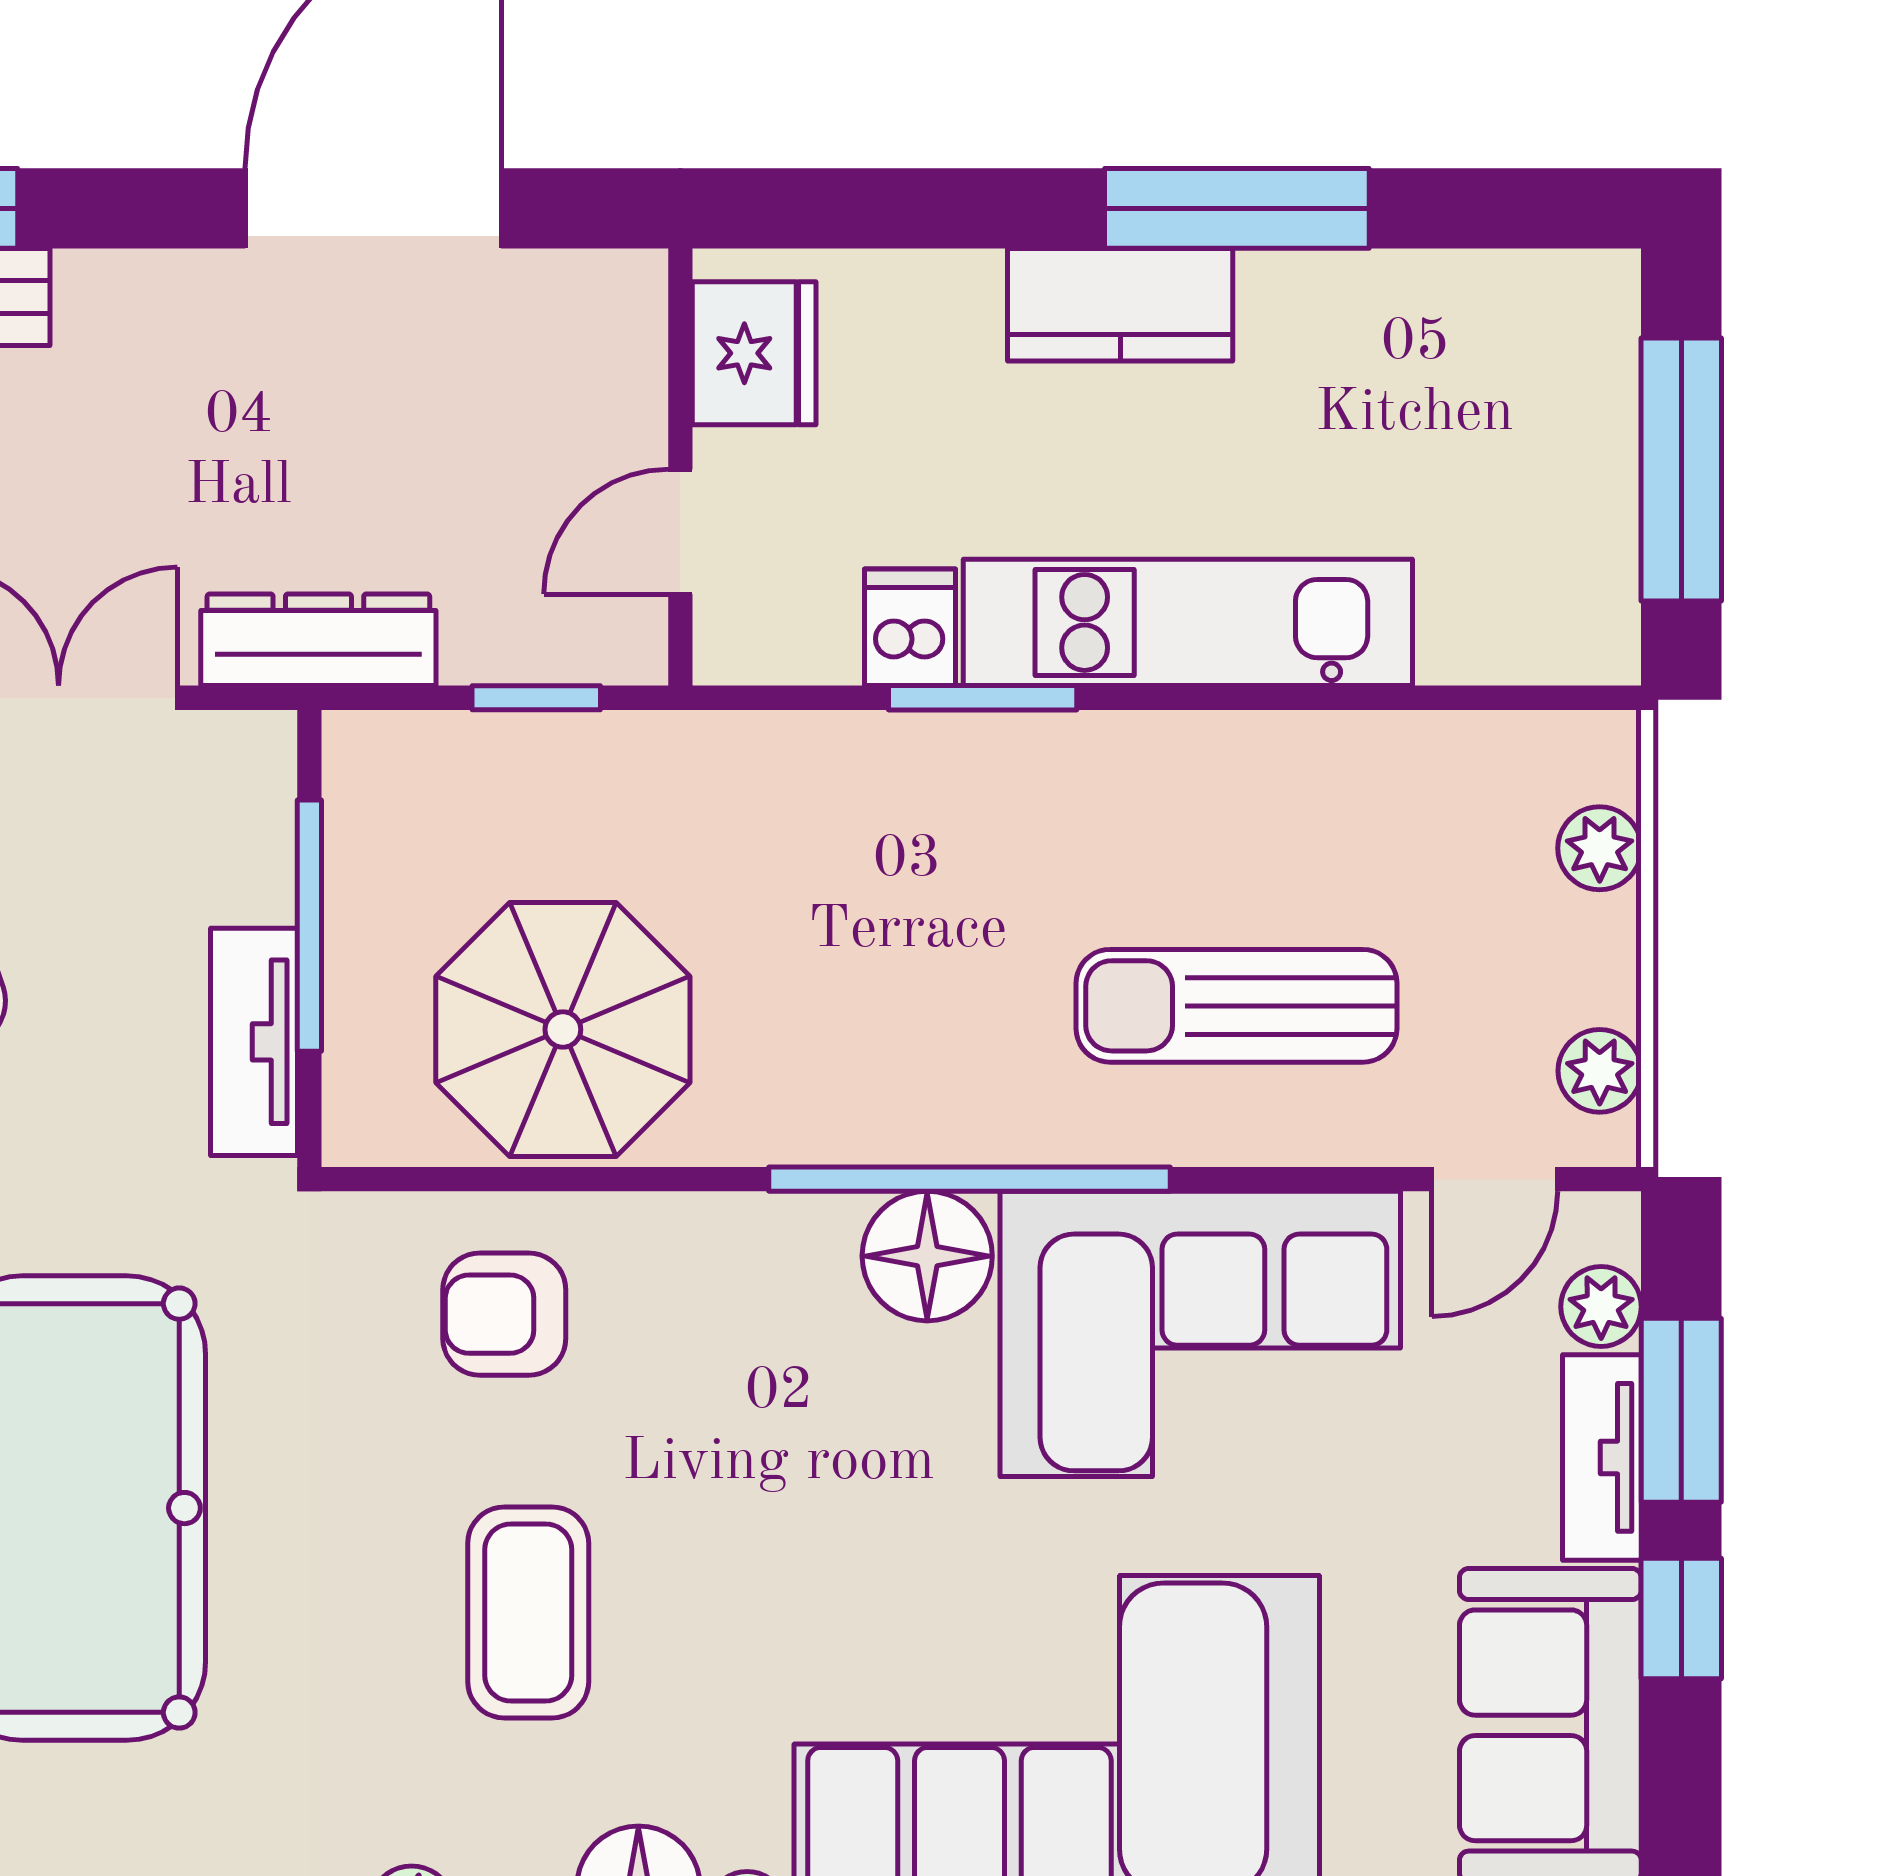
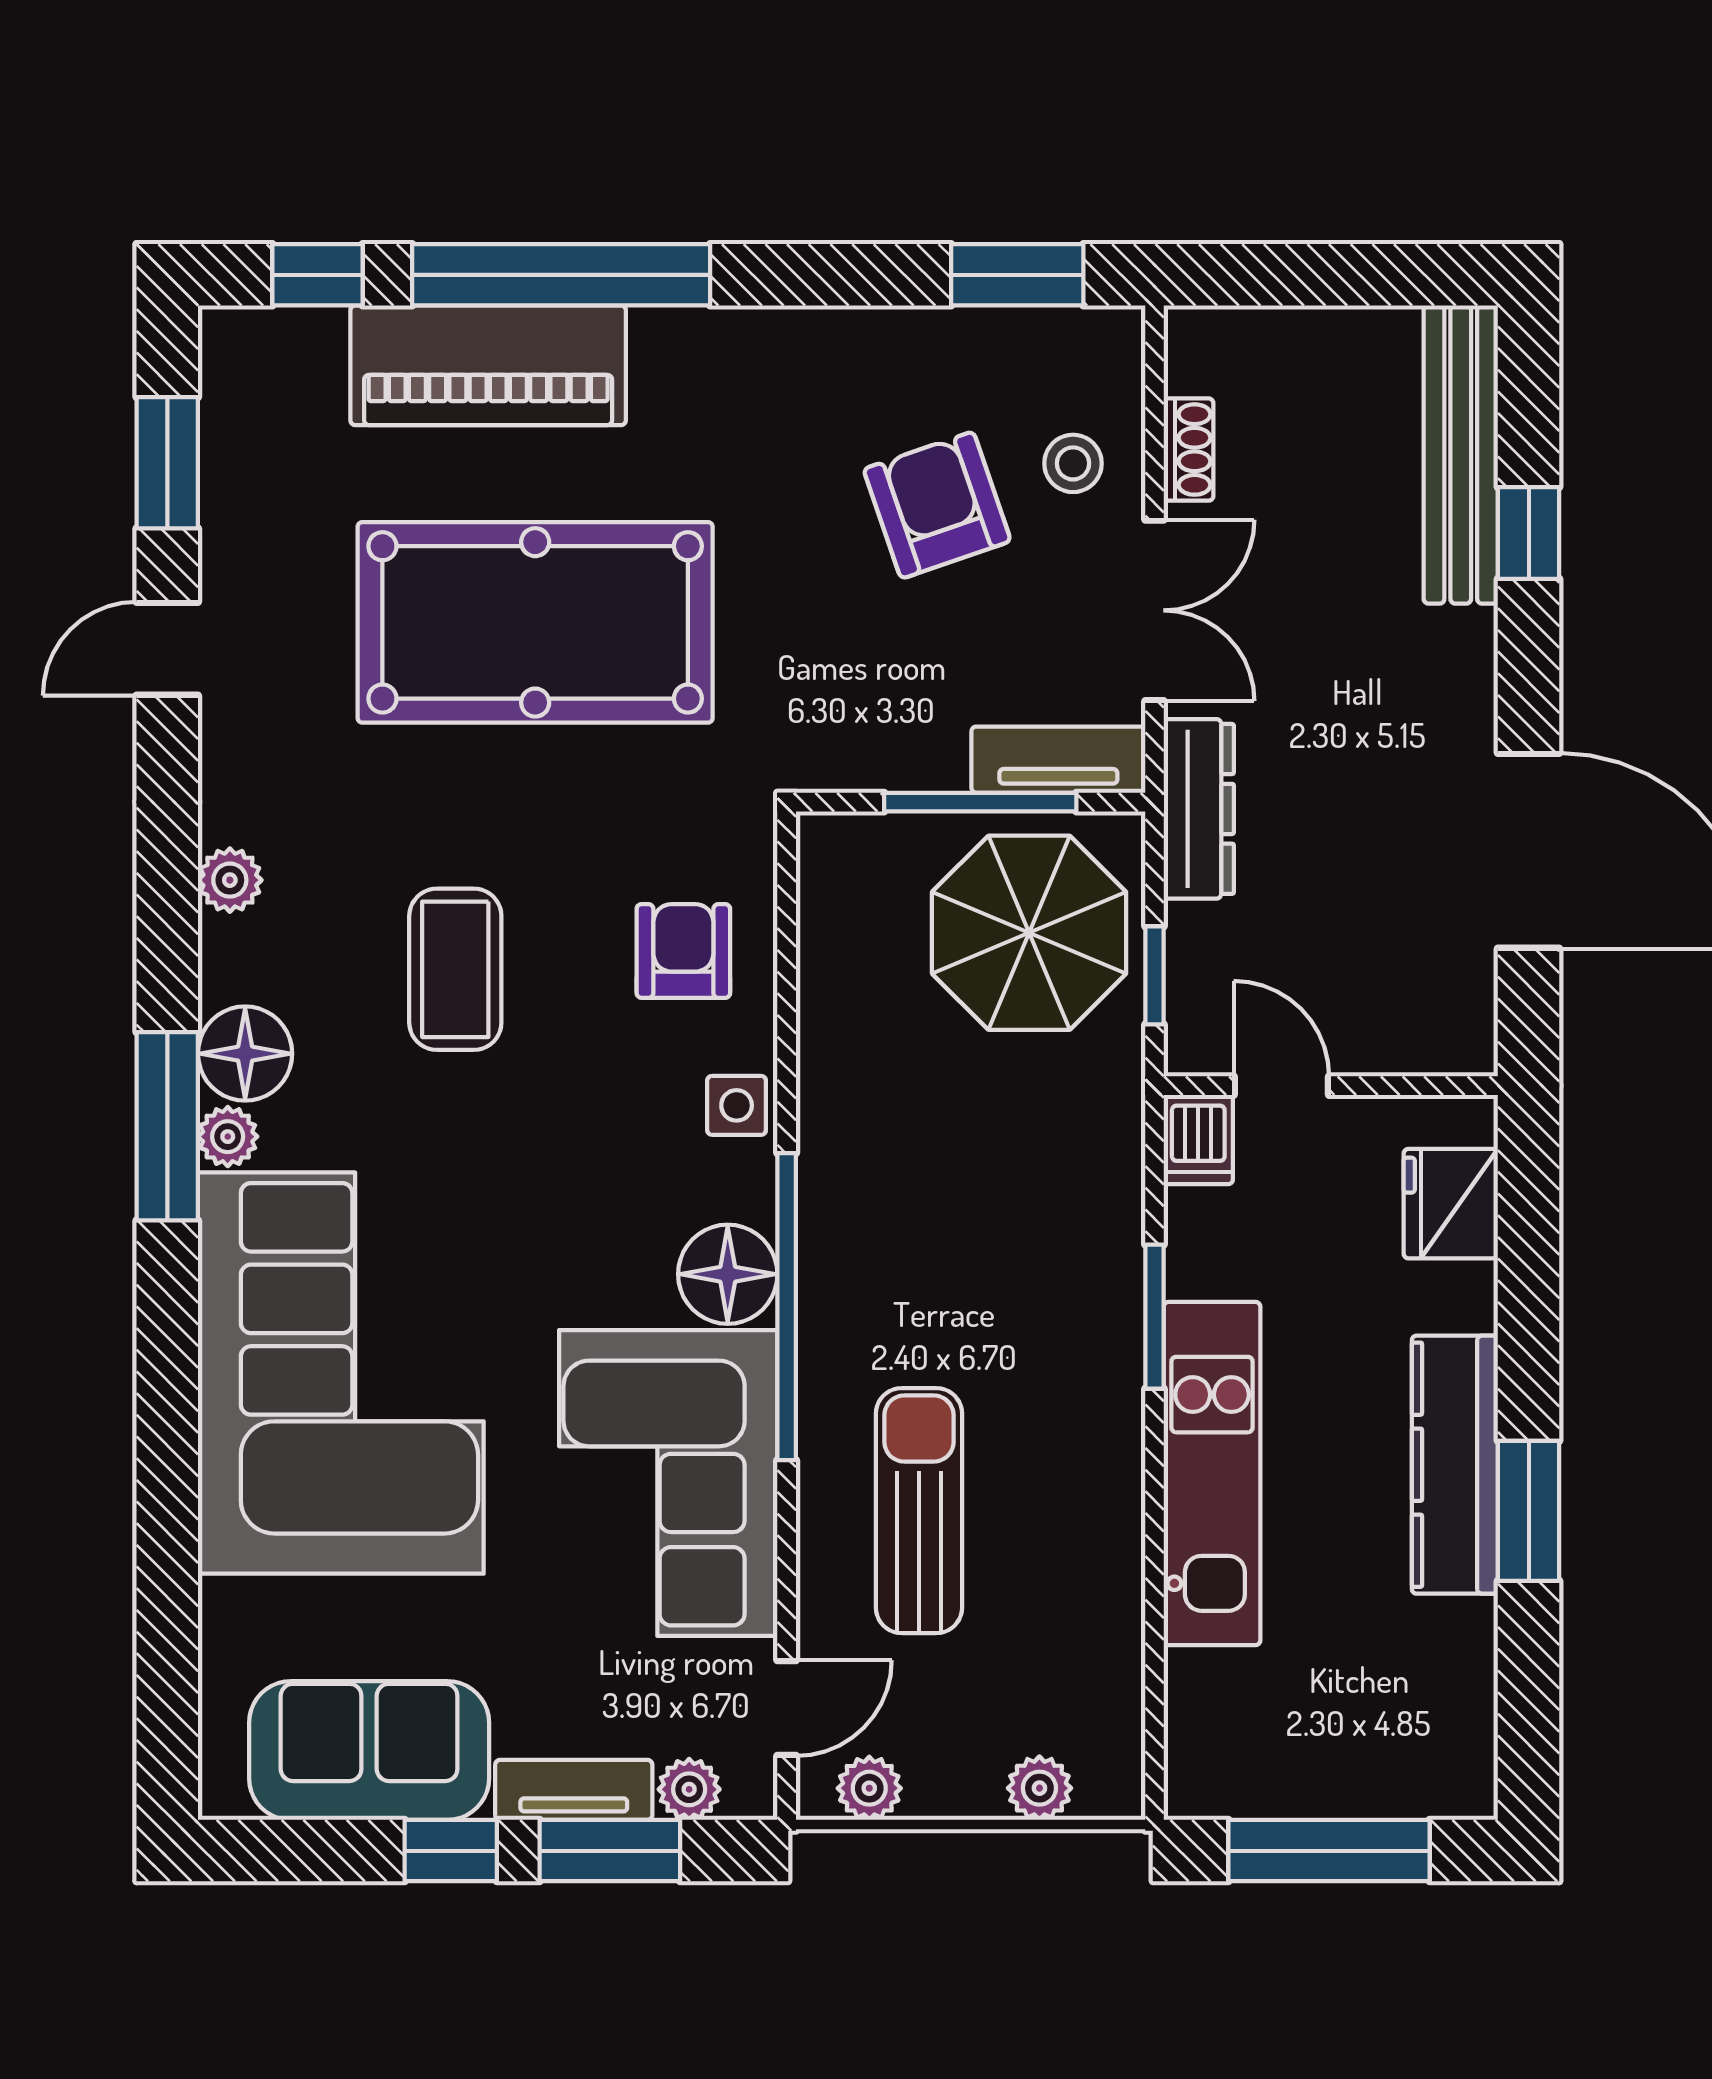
window: (1237, 208) -> (1529, 1511), width x0.69
kitchen counter: (1120, 305) -> (1455, 1465), width x1.50
fridge: (754, 353) -> (1451, 1204), moved, turned 90
dishwasher: (910, 627) -> (1198, 1140), moved, turned 90
parasol: (563, 1030) -> (1029, 933), moved
tv unit: (254, 1042) -> (1058, 760), moved
door: (1495, 1179) -> (787, 1708), swing flipped
side table: (706, 1245) -> (737, 1105), added
coffee table: (528, 1612) -> (455, 969), turned 90

